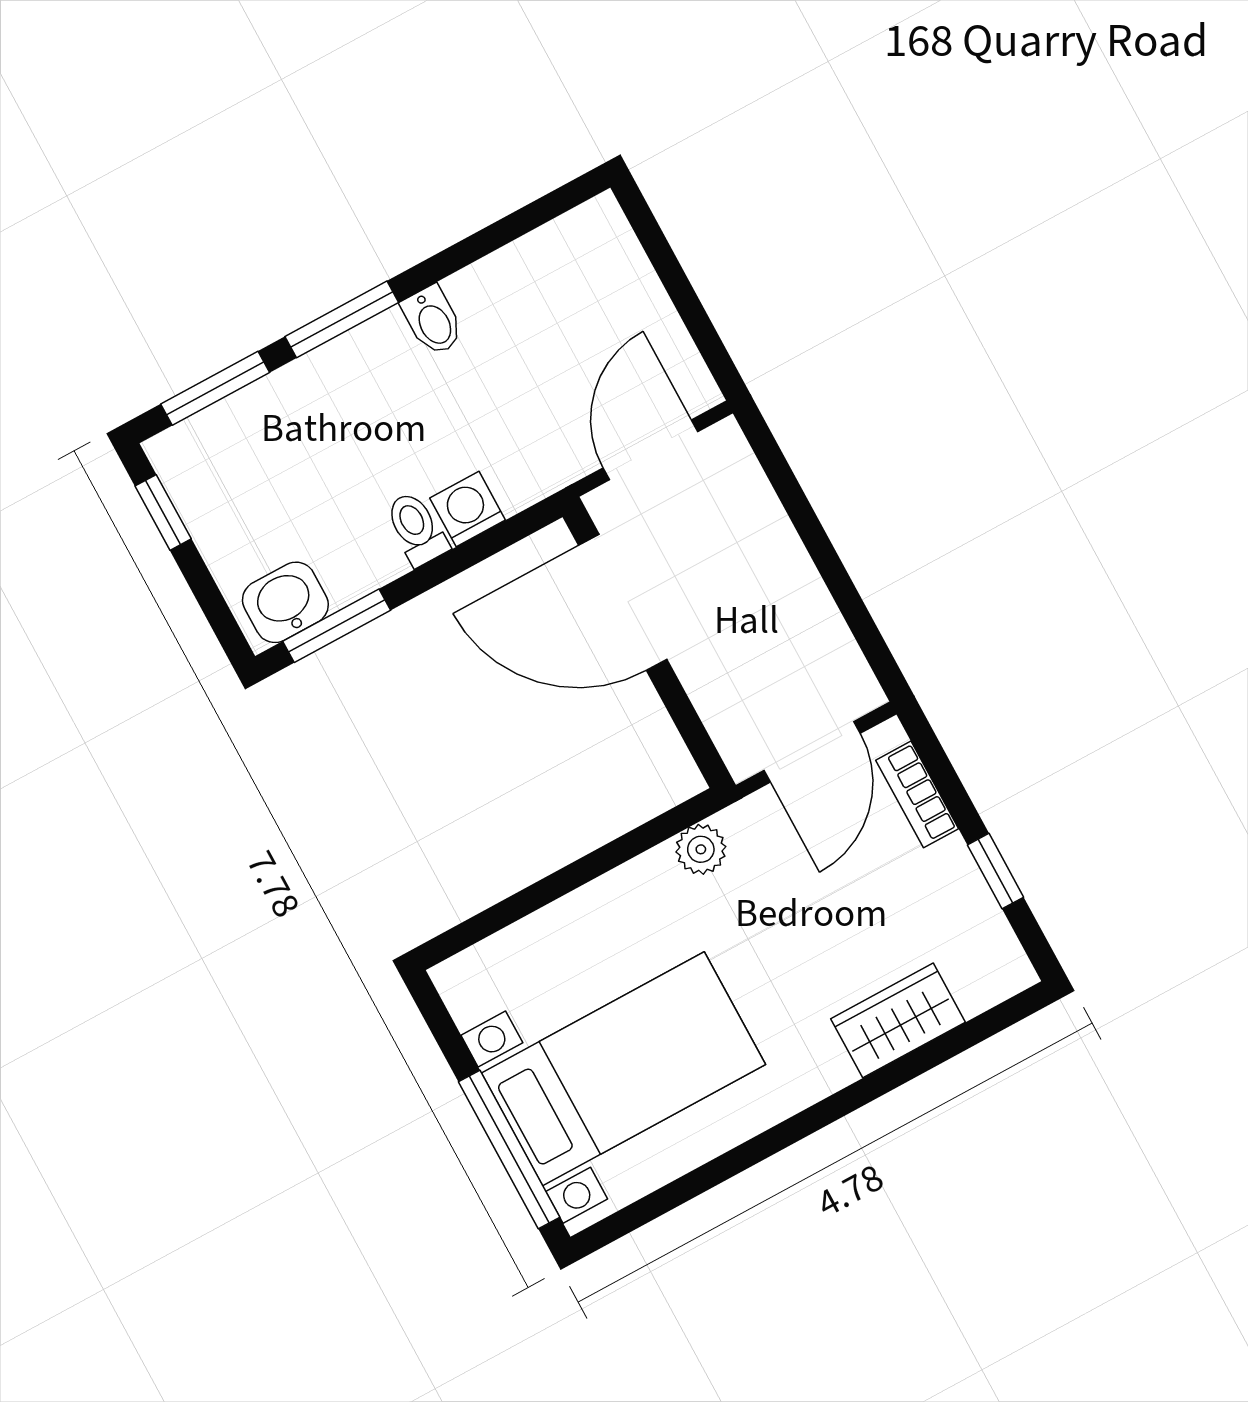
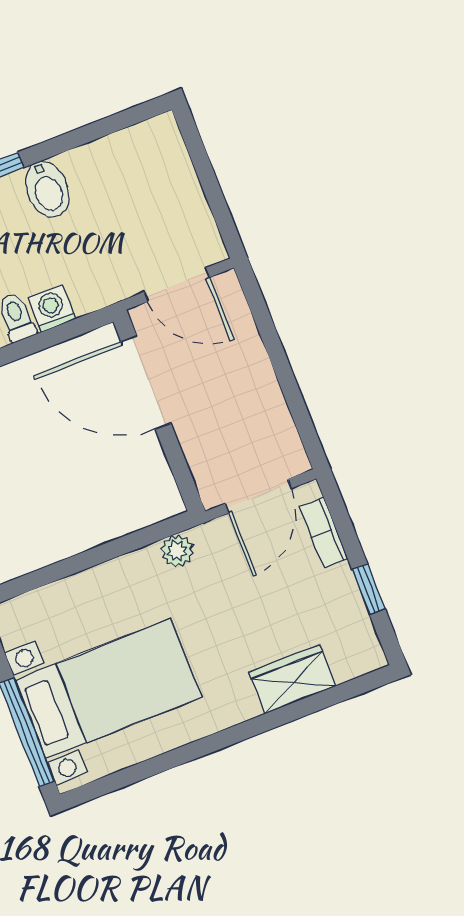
bidet: (433, 321) -> (47, 189), width x1.38, depth x1.36
door: (651, 450) -> (177, 285), swing flipped

